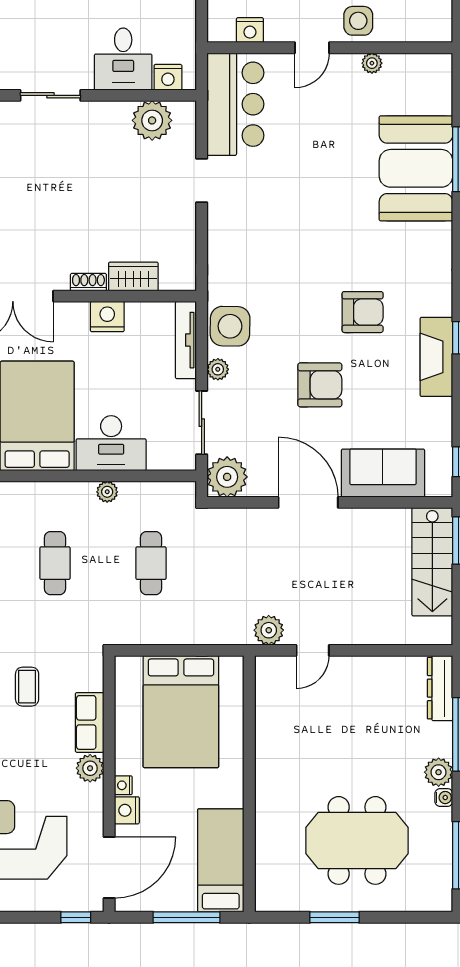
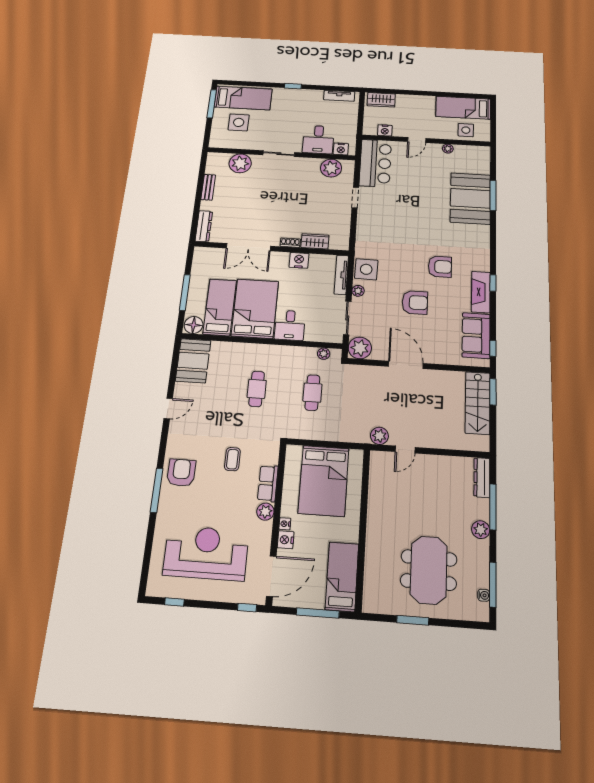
side table: (358, 21) -> (466, 130), moved
desk: (111, 443) -> (290, 325), width x0.73
sofa: (383, 473) -> (476, 336), moved, turned -90
plant: (107, 492) -> (324, 354), moved
water cooler: (444, 798) -> (484, 595), moved
meeting table: (357, 840) -> (429, 570), turned 90

